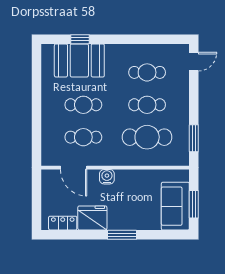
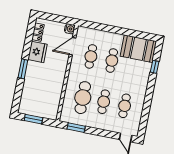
booth: (79, 60) -> (138, 49), moved, turned 90
water cooler: (107, 177) -> (70, 29), moved
sofa: (175, 206) -> (35, 107), removed

